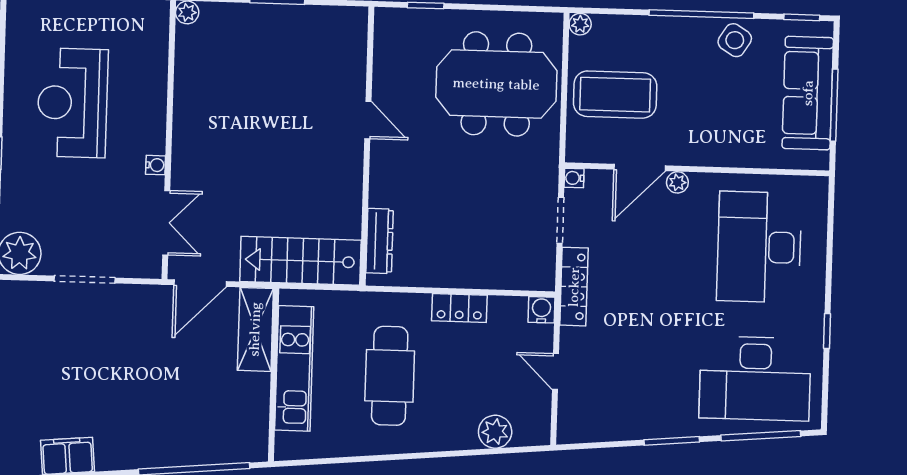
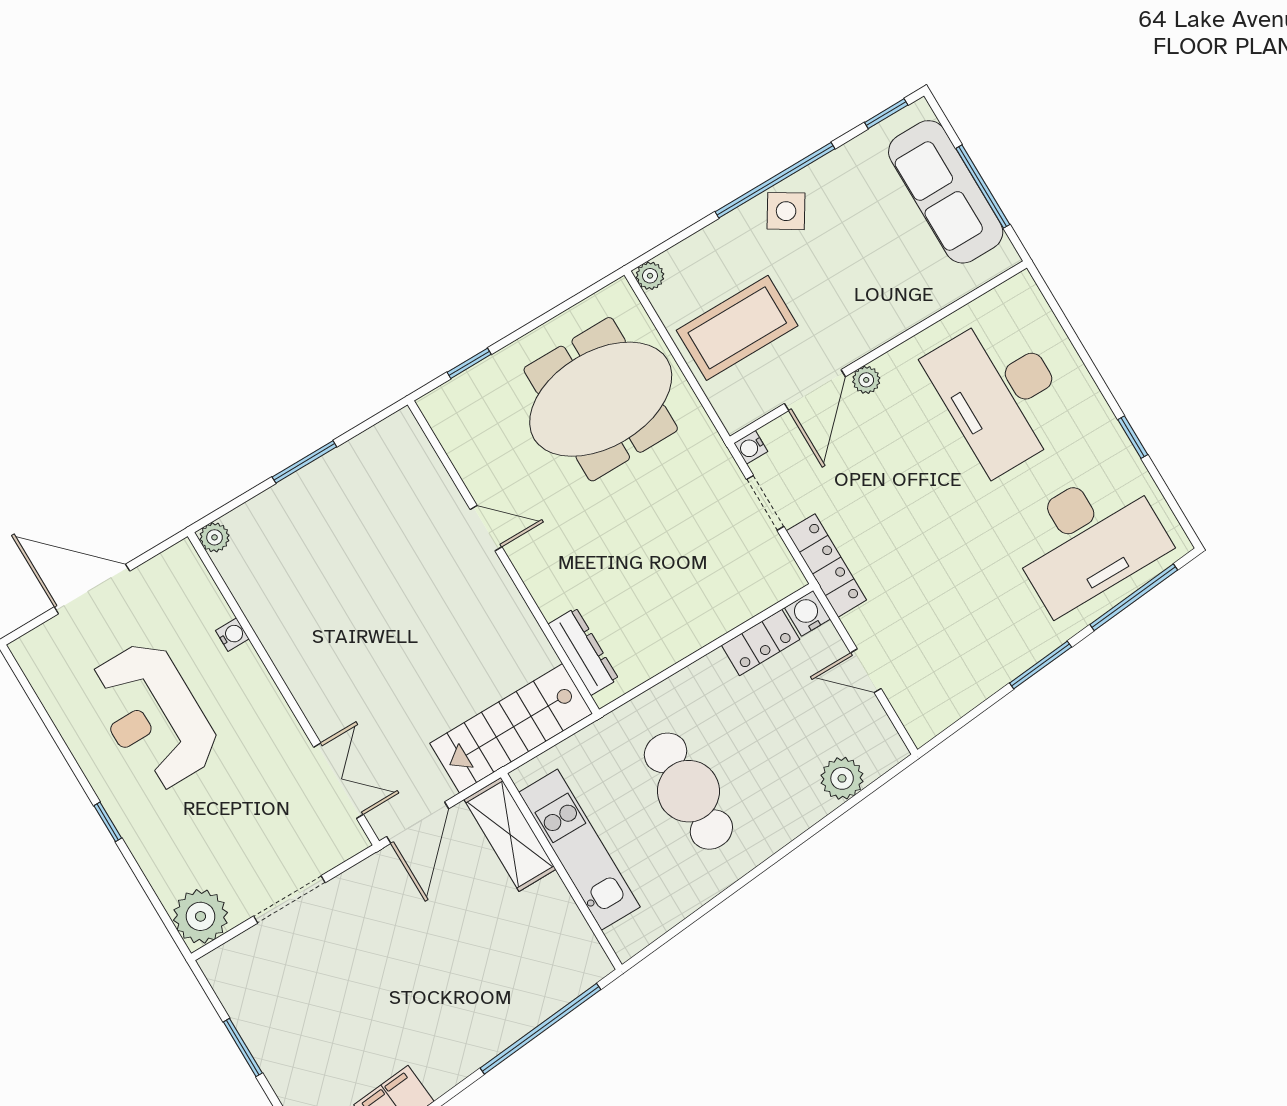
side table: (735, 40) -> (786, 211), moved
water cooler: (156, 165) -> (232, 635), moved
locker: (459, 308) -> (761, 642), moved

